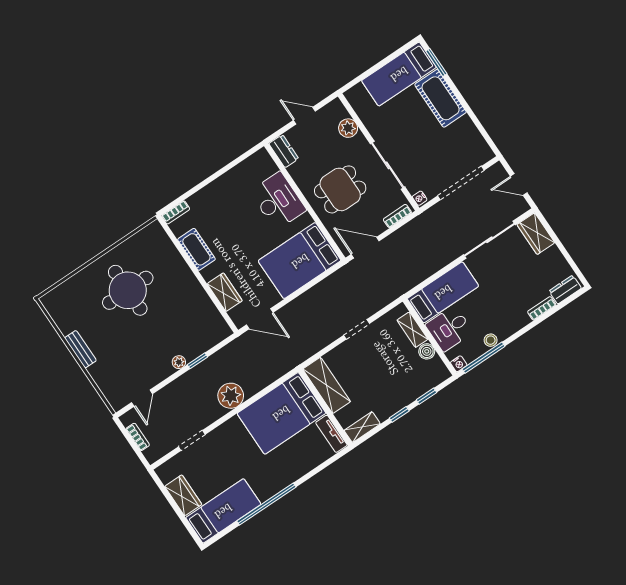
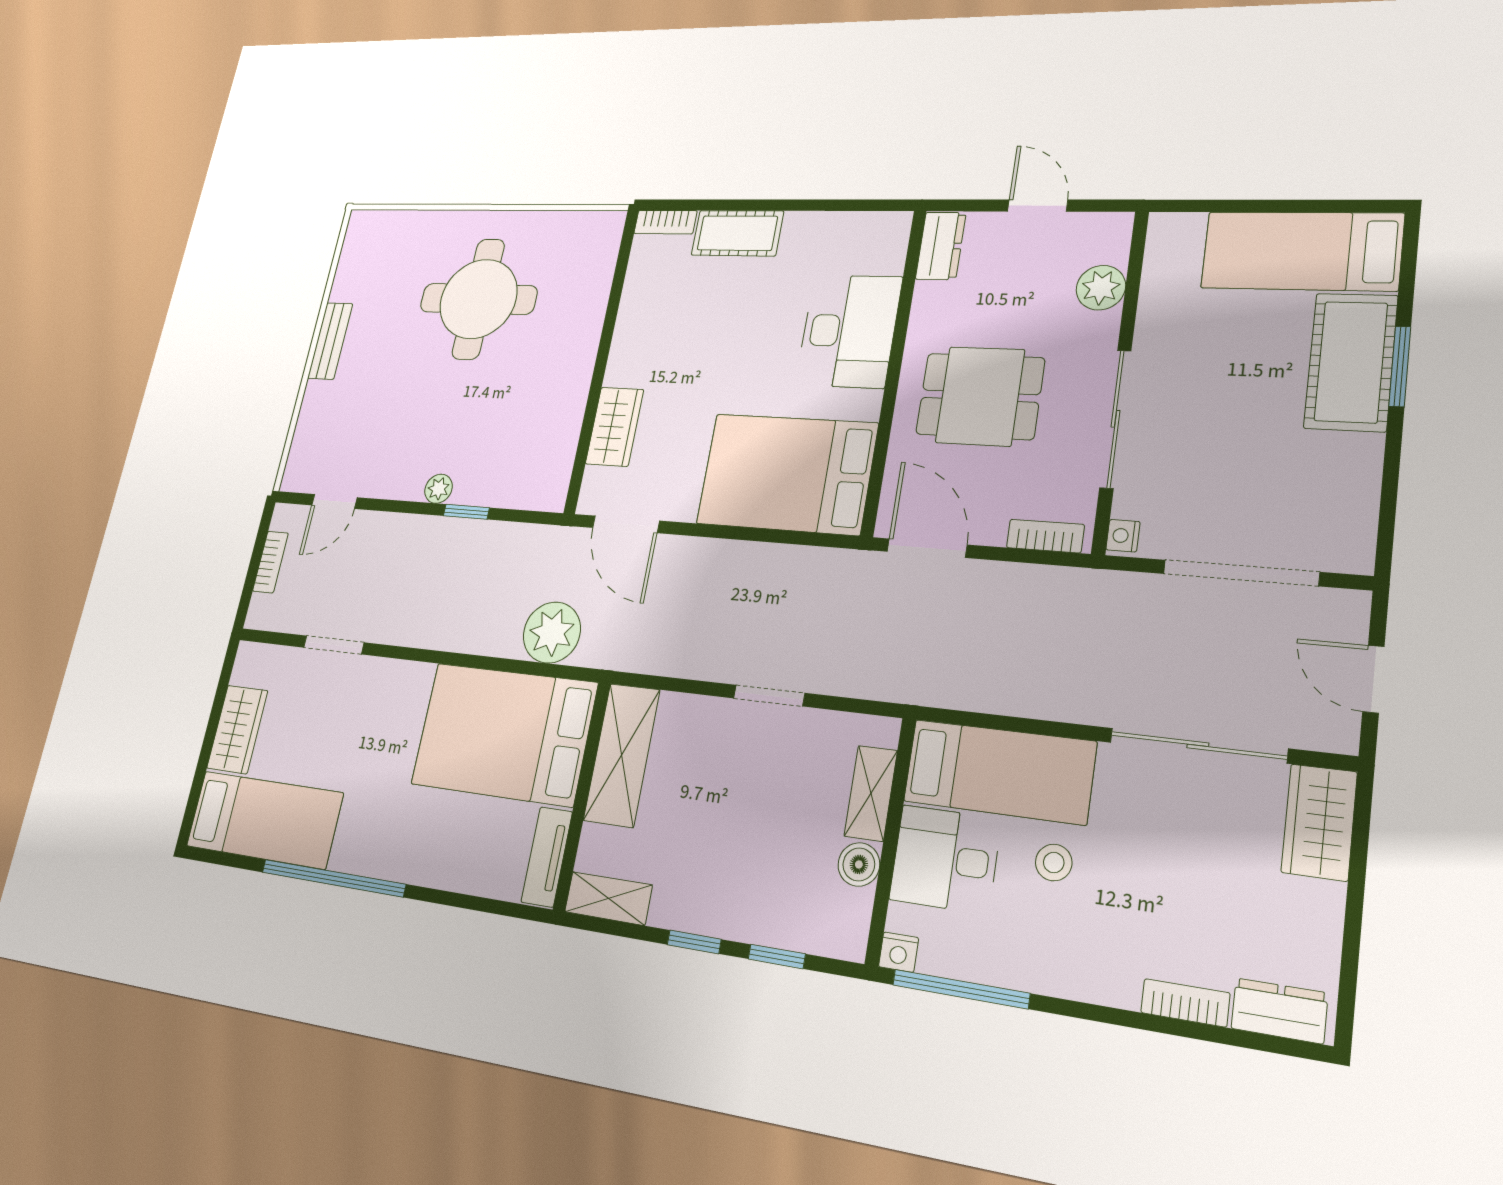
window: (436, 62) -> (1400, 366), moved
cot: (196, 249) -> (737, 233), moved, turned 90
stool: (491, 340) -> (1054, 863), moved
plant: (231, 396) -> (552, 632), moved

